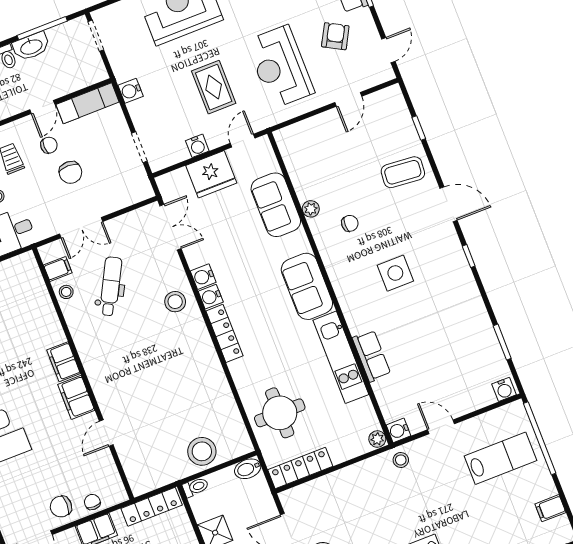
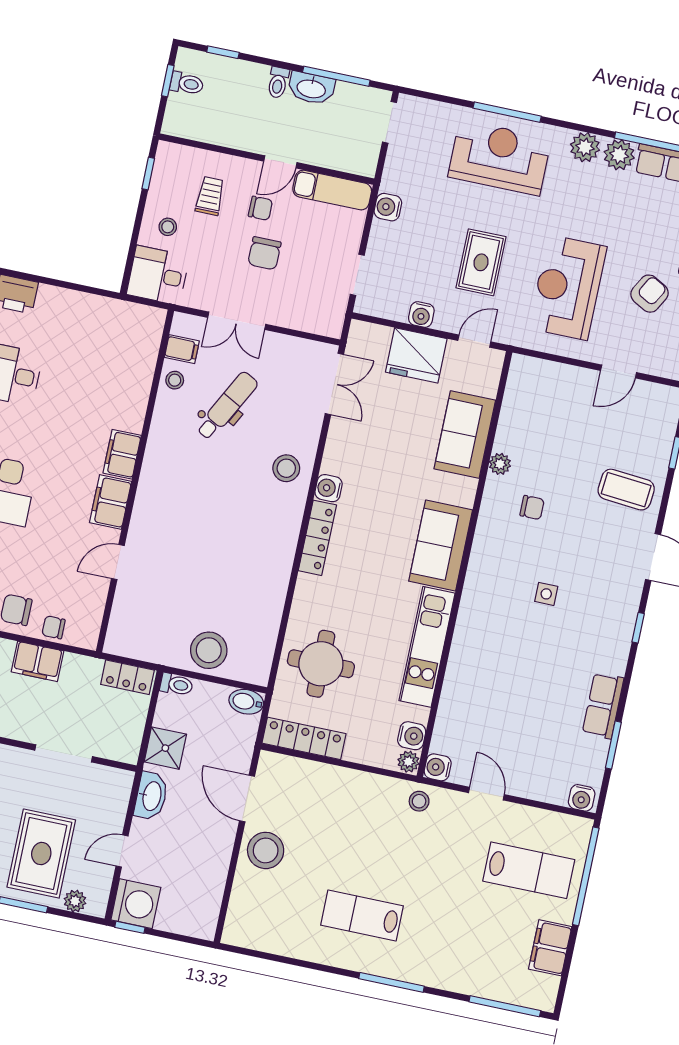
side table: (395, 273) -> (546, 594), width x0.54, depth x0.54
water cooler: (203, 277) -> (412, 736), moved, turned 180
row of seats: (372, 356) -> (603, 706), moved, turned 180
chair: (92, 502) -> (54, 627), turned -90
locker: (152, 507) -> (127, 677), width x0.66
filing cabinet: (550, 508) -> (550, 948), width x2.00

